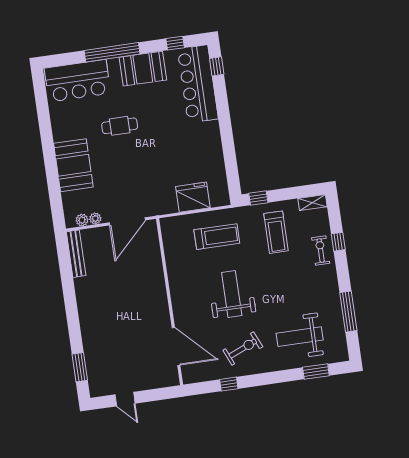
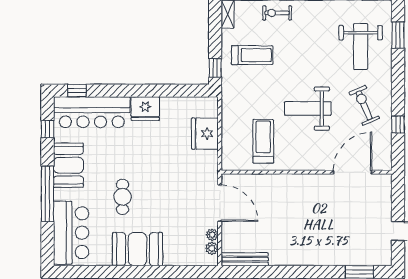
fridge: (209, 136) -> (145, 109), added
booth: (73, 165) -> (137, 249), moved
treadmill: (217, 237) -> (263, 141), moved

